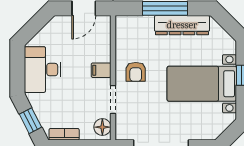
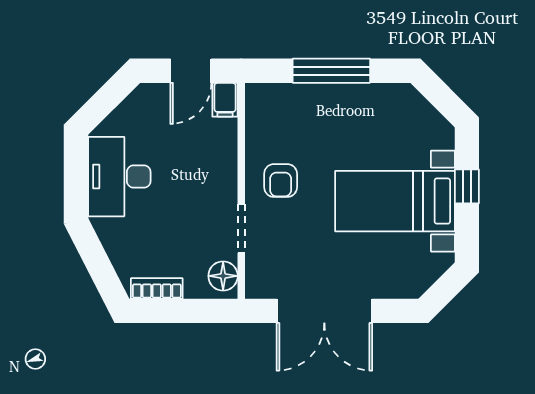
dresser: (182, 25) -> (361, 100), removed
filing cabinet: (101, 70) -> (225, 100), moved, turned -90
window: (30, 121) -> (99, 265), removed

